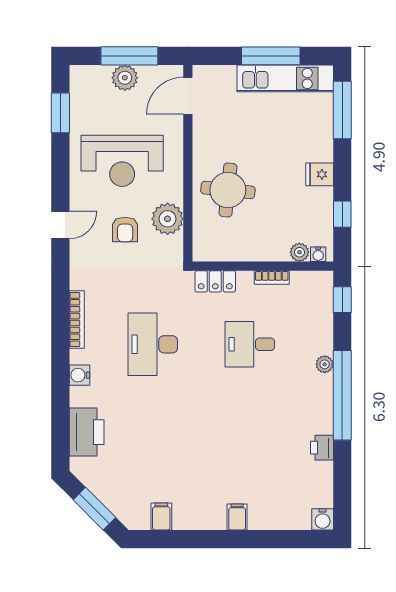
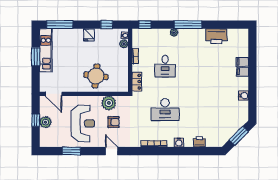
window: (129, 56) -> (36, 120), width x0.46
window: (271, 56) -> (36, 57), width x0.69
window: (60, 113) -> (71, 151), moved
window: (342, 395) -> (188, 25), width x0.68
printer: (87, 432) -> (199, 142), width x0.53, depth x0.68
printer: (322, 448) -> (216, 36), width x1.87, depth x1.48
filing cabinet: (161, 516) -> (242, 62), moved
water cooler: (323, 519) -> (244, 96), moved

